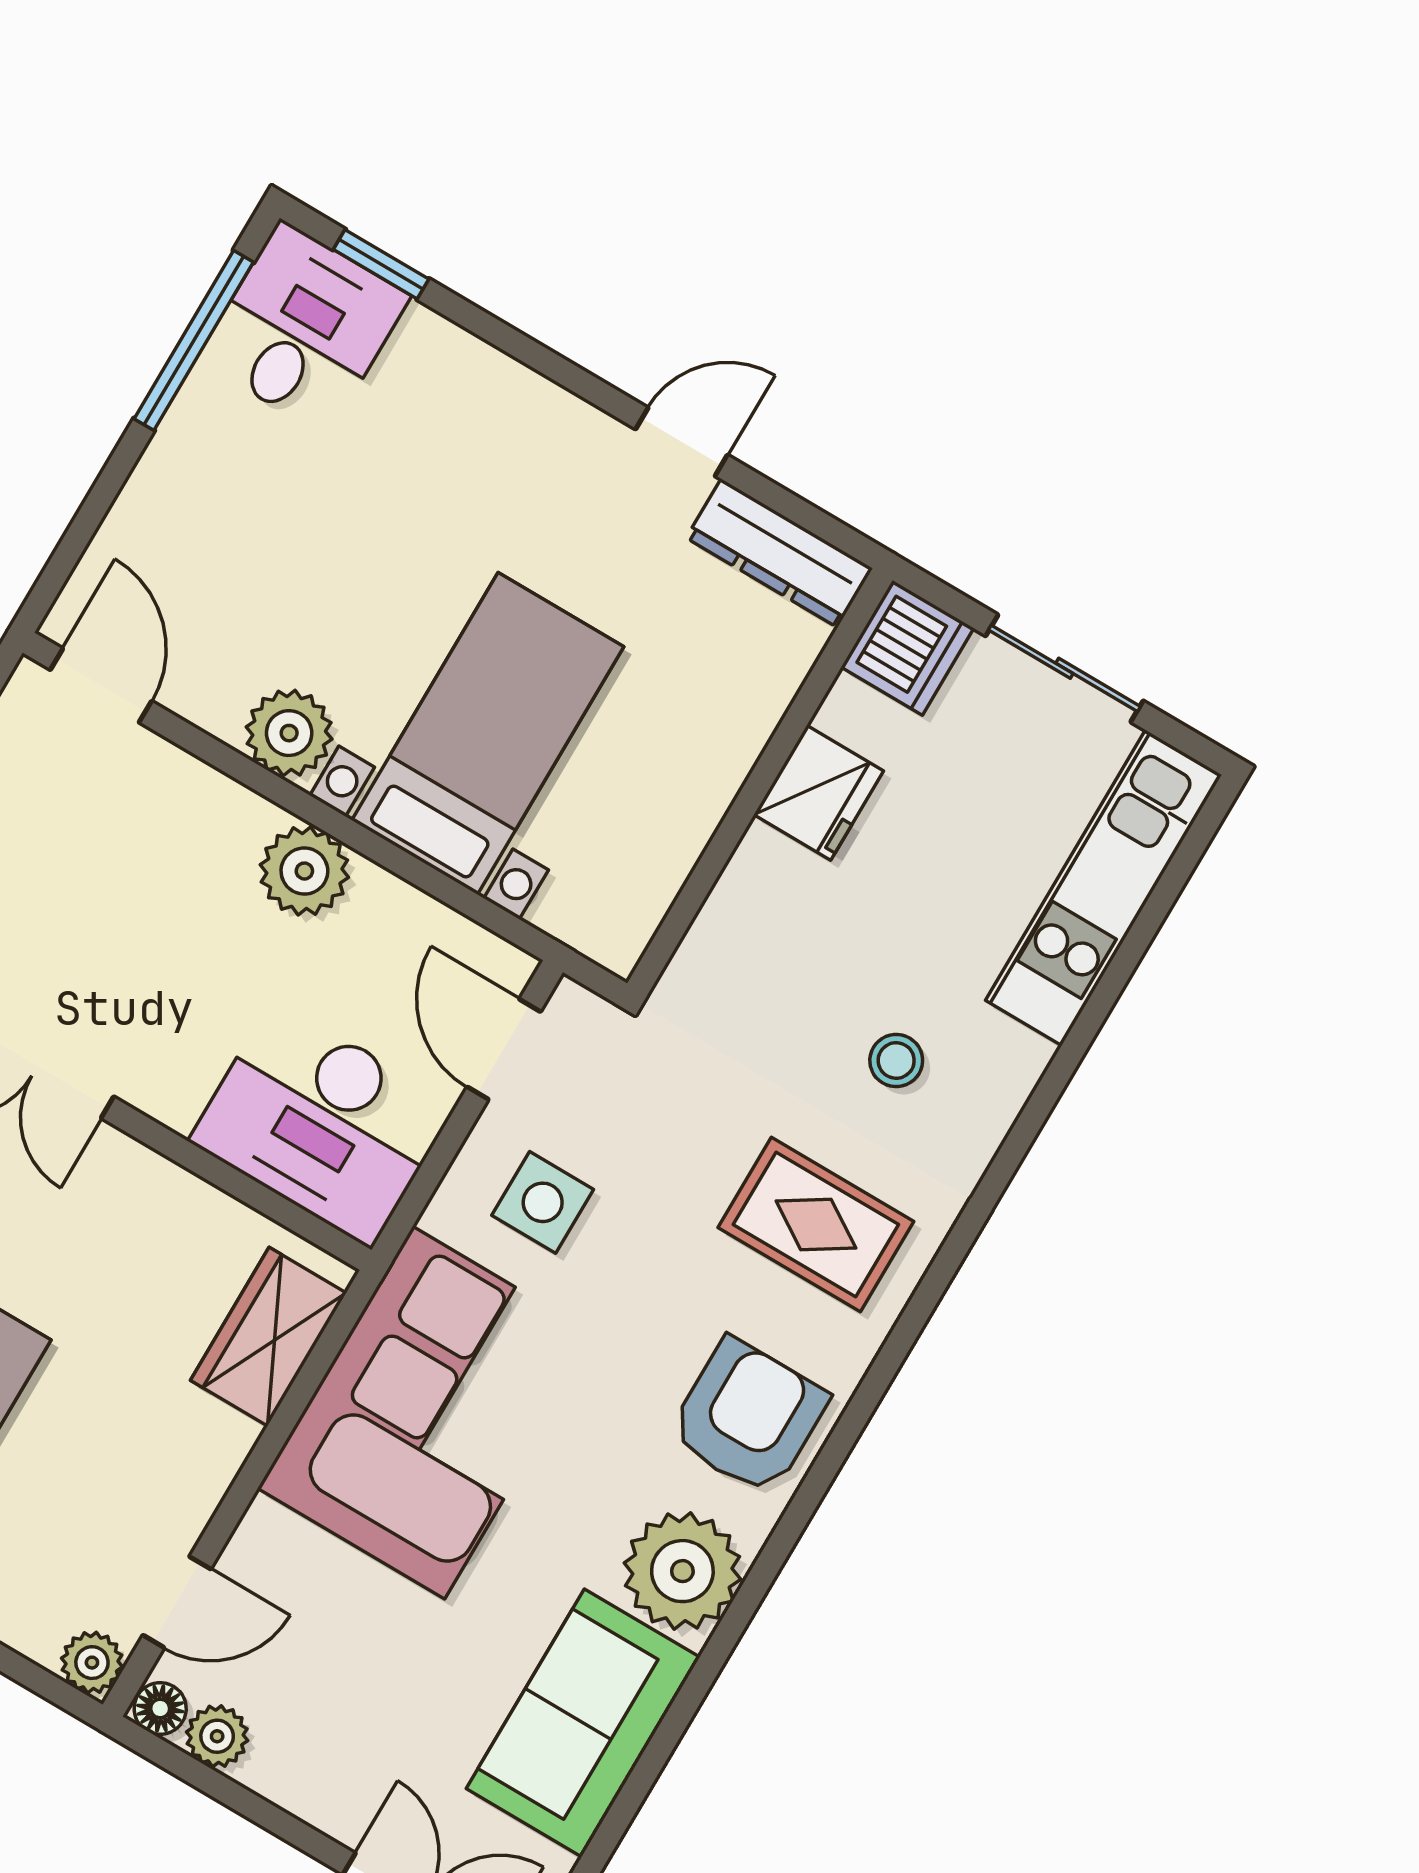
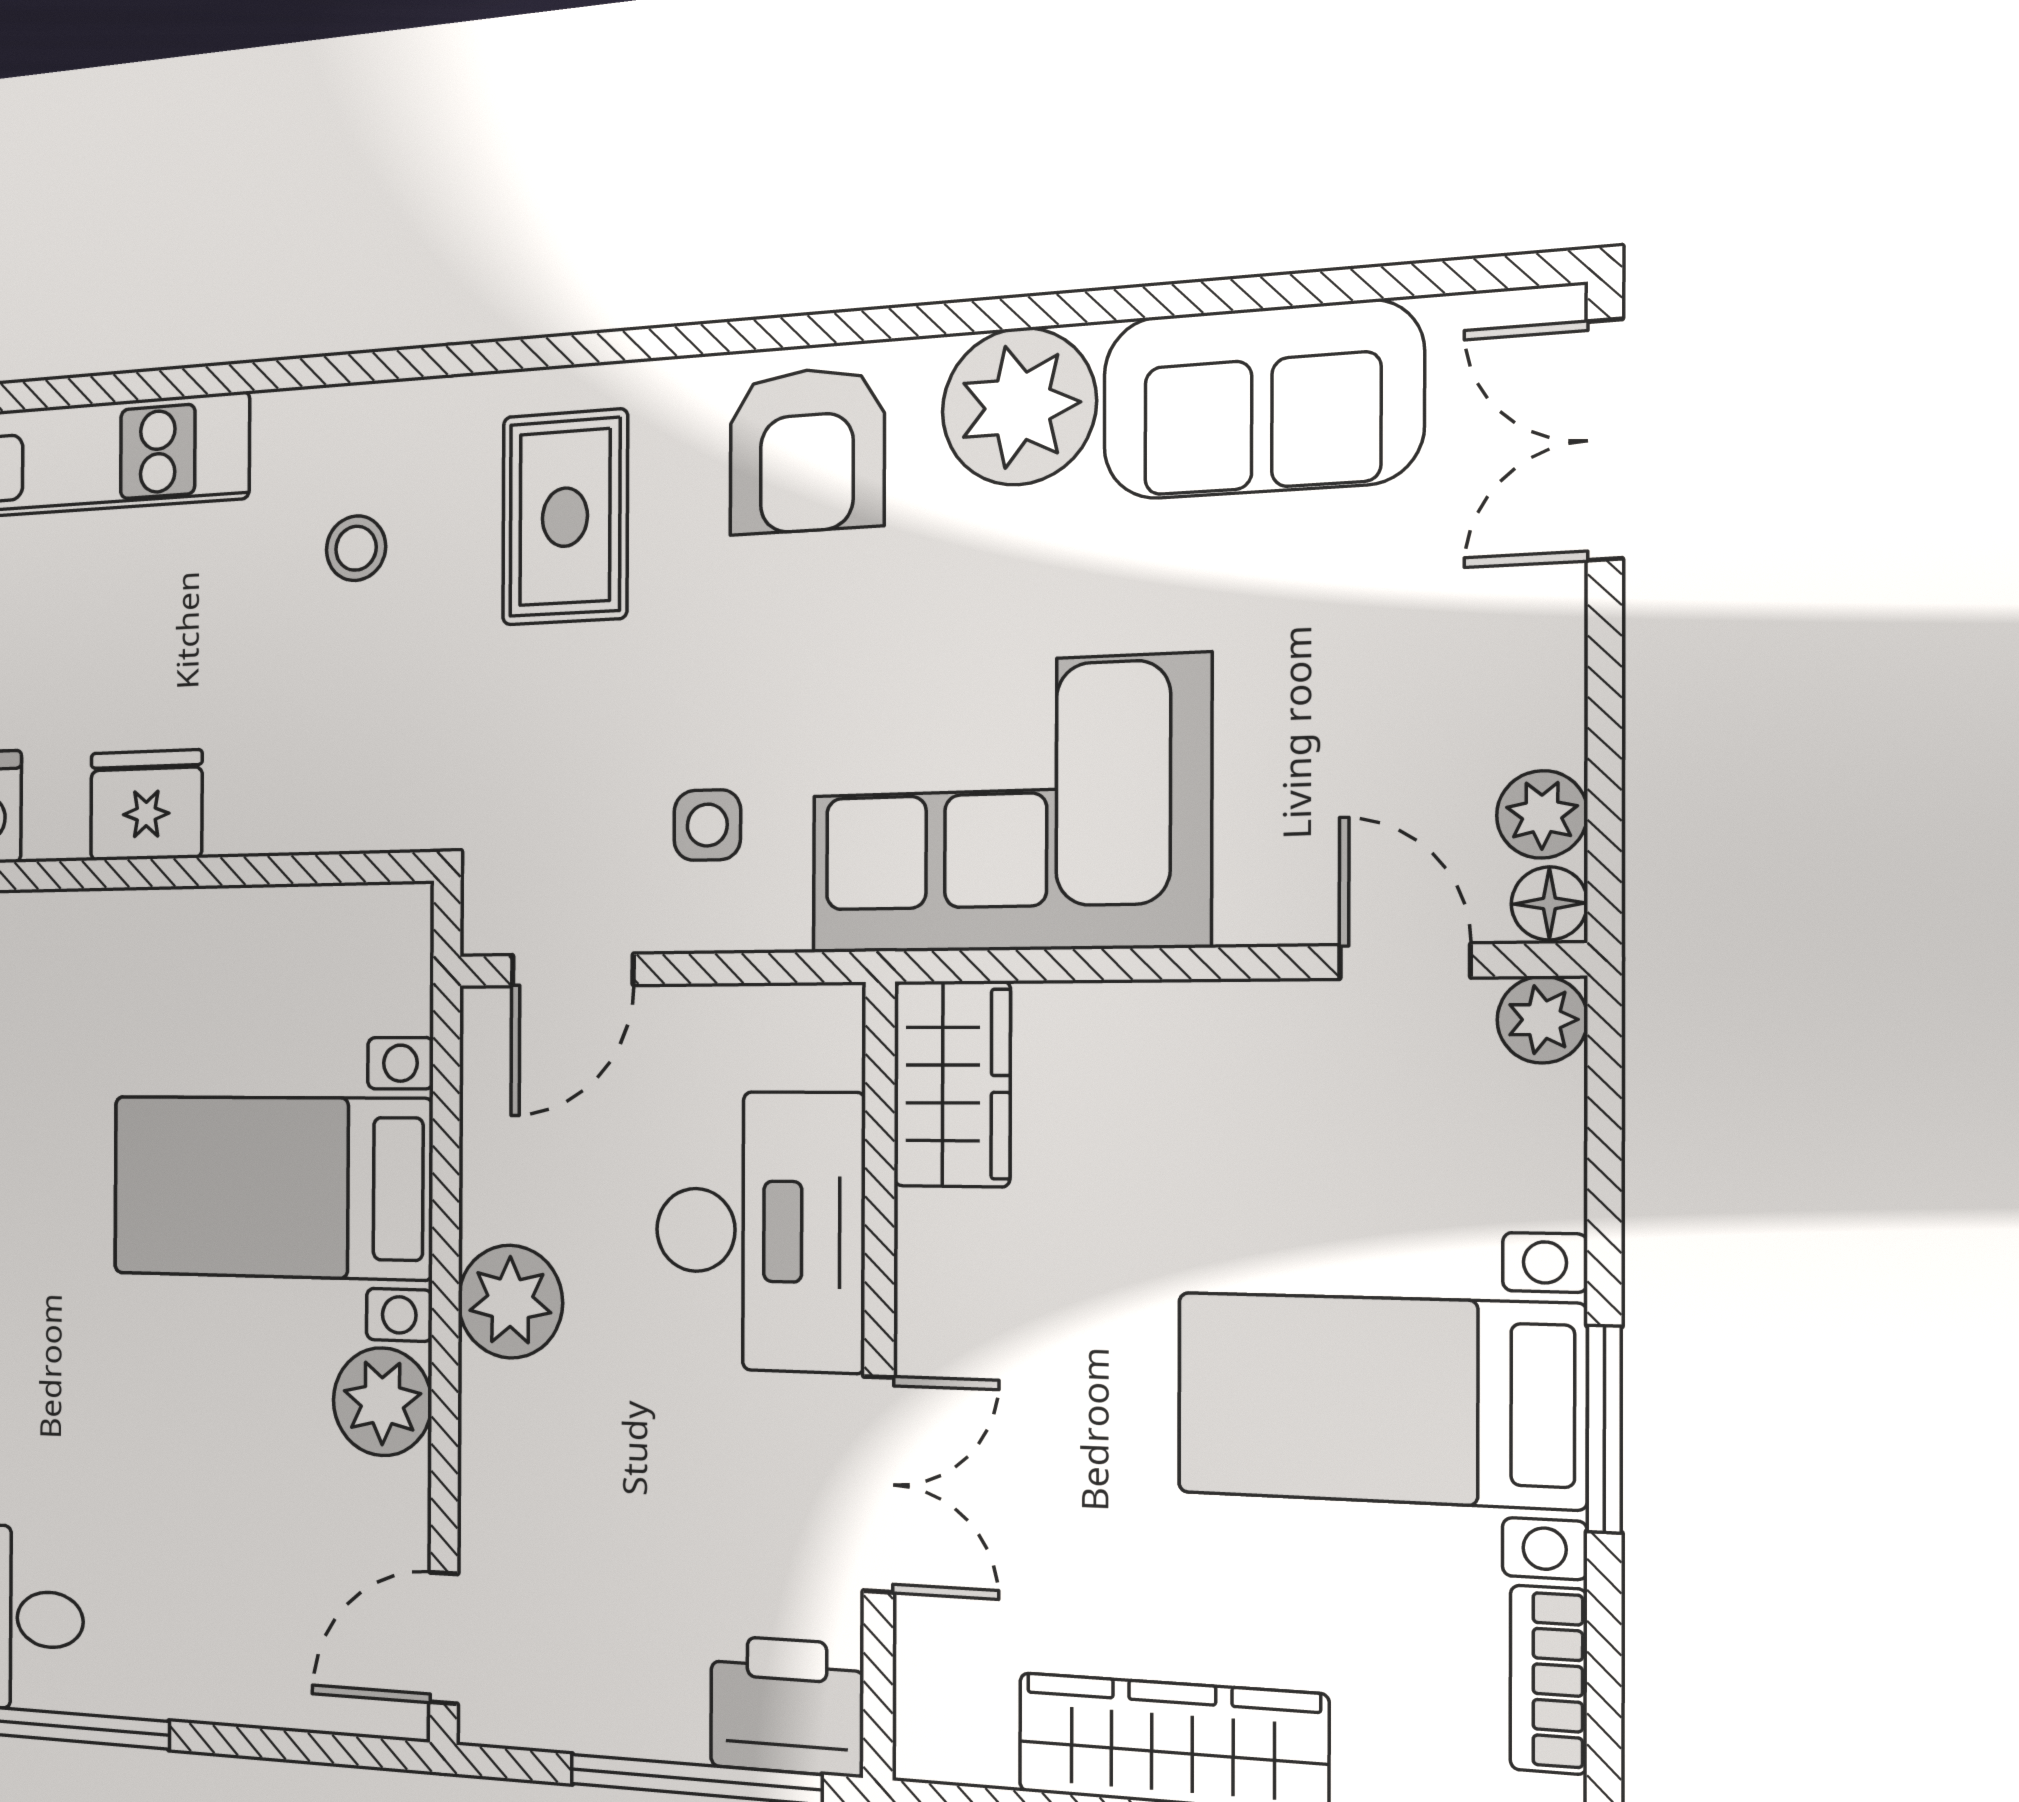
desk: (322, 1123) -> (760, 1231), moved
side table: (543, 1202) -> (707, 825), width x0.73, depth x0.73
wardrobe: (268, 1337) -> (952, 1084), moved, turned -90
armchair: (748, 1417) -> (807, 450), turned -90

